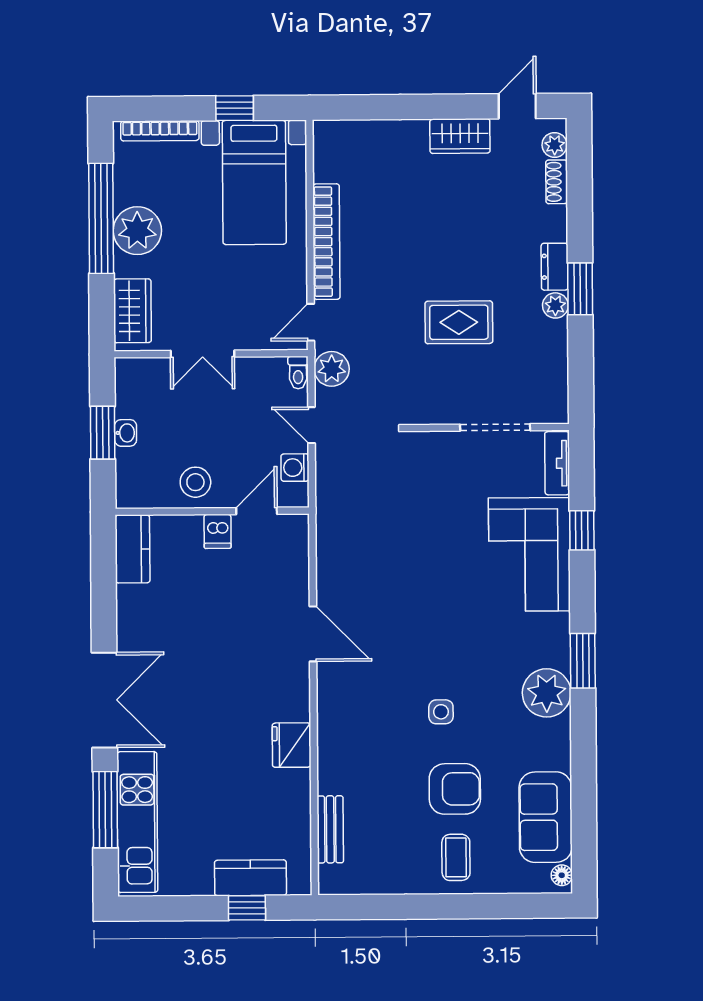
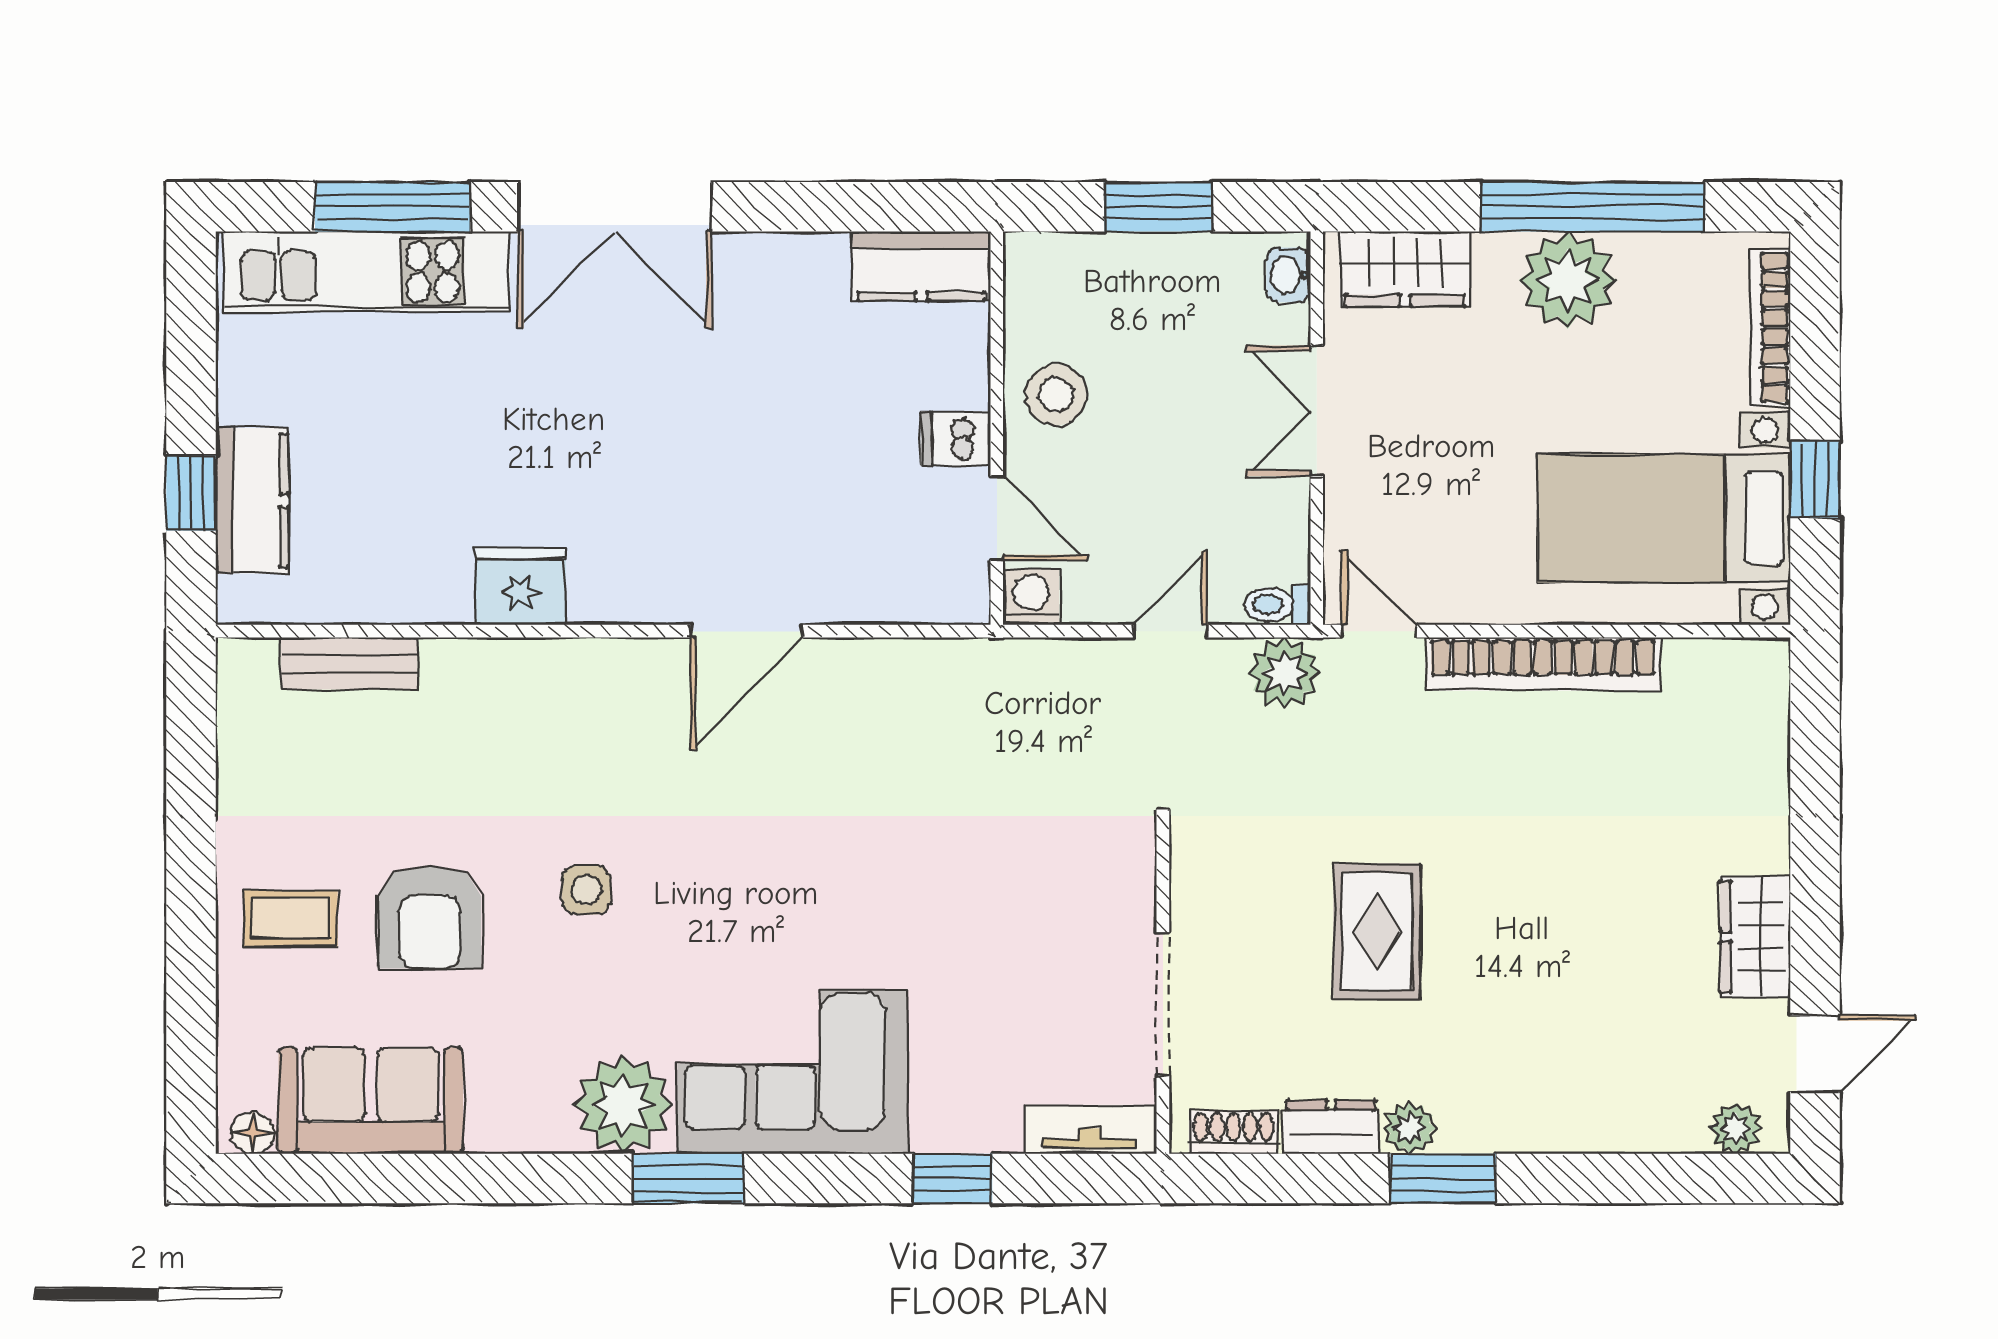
door: (517, 106) -> (1815, 1053), hinge flipped
shoe rack: (557, 182) -> (1234, 1132), moved
dresser: (555, 267) -> (1331, 1127), moved
washbasin: (126, 433) -> (1288, 275), moved, turned 90
washing machine: (295, 468) -> (1031, 597), moved
corner sofa: (529, 554) -> (793, 1072), moved

